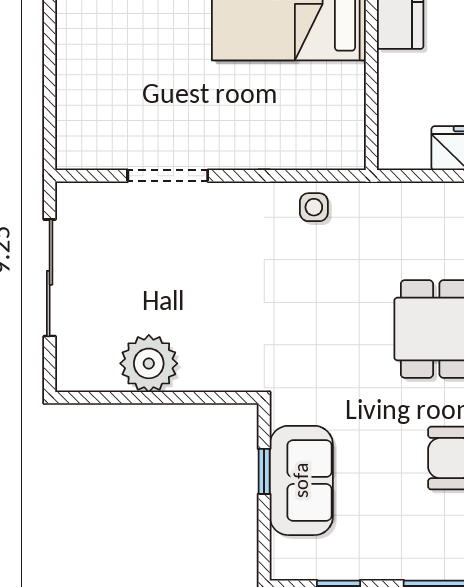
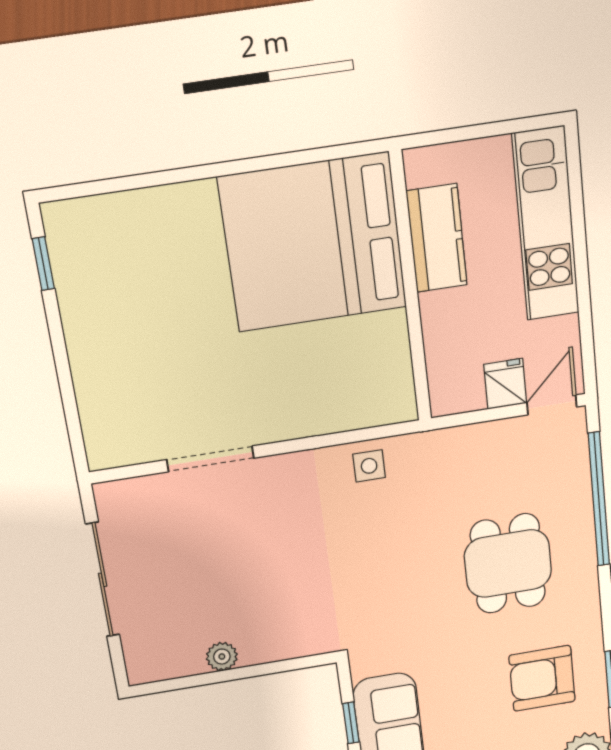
plant: (149, 363) -> (222, 657), width x0.53, depth x0.53

